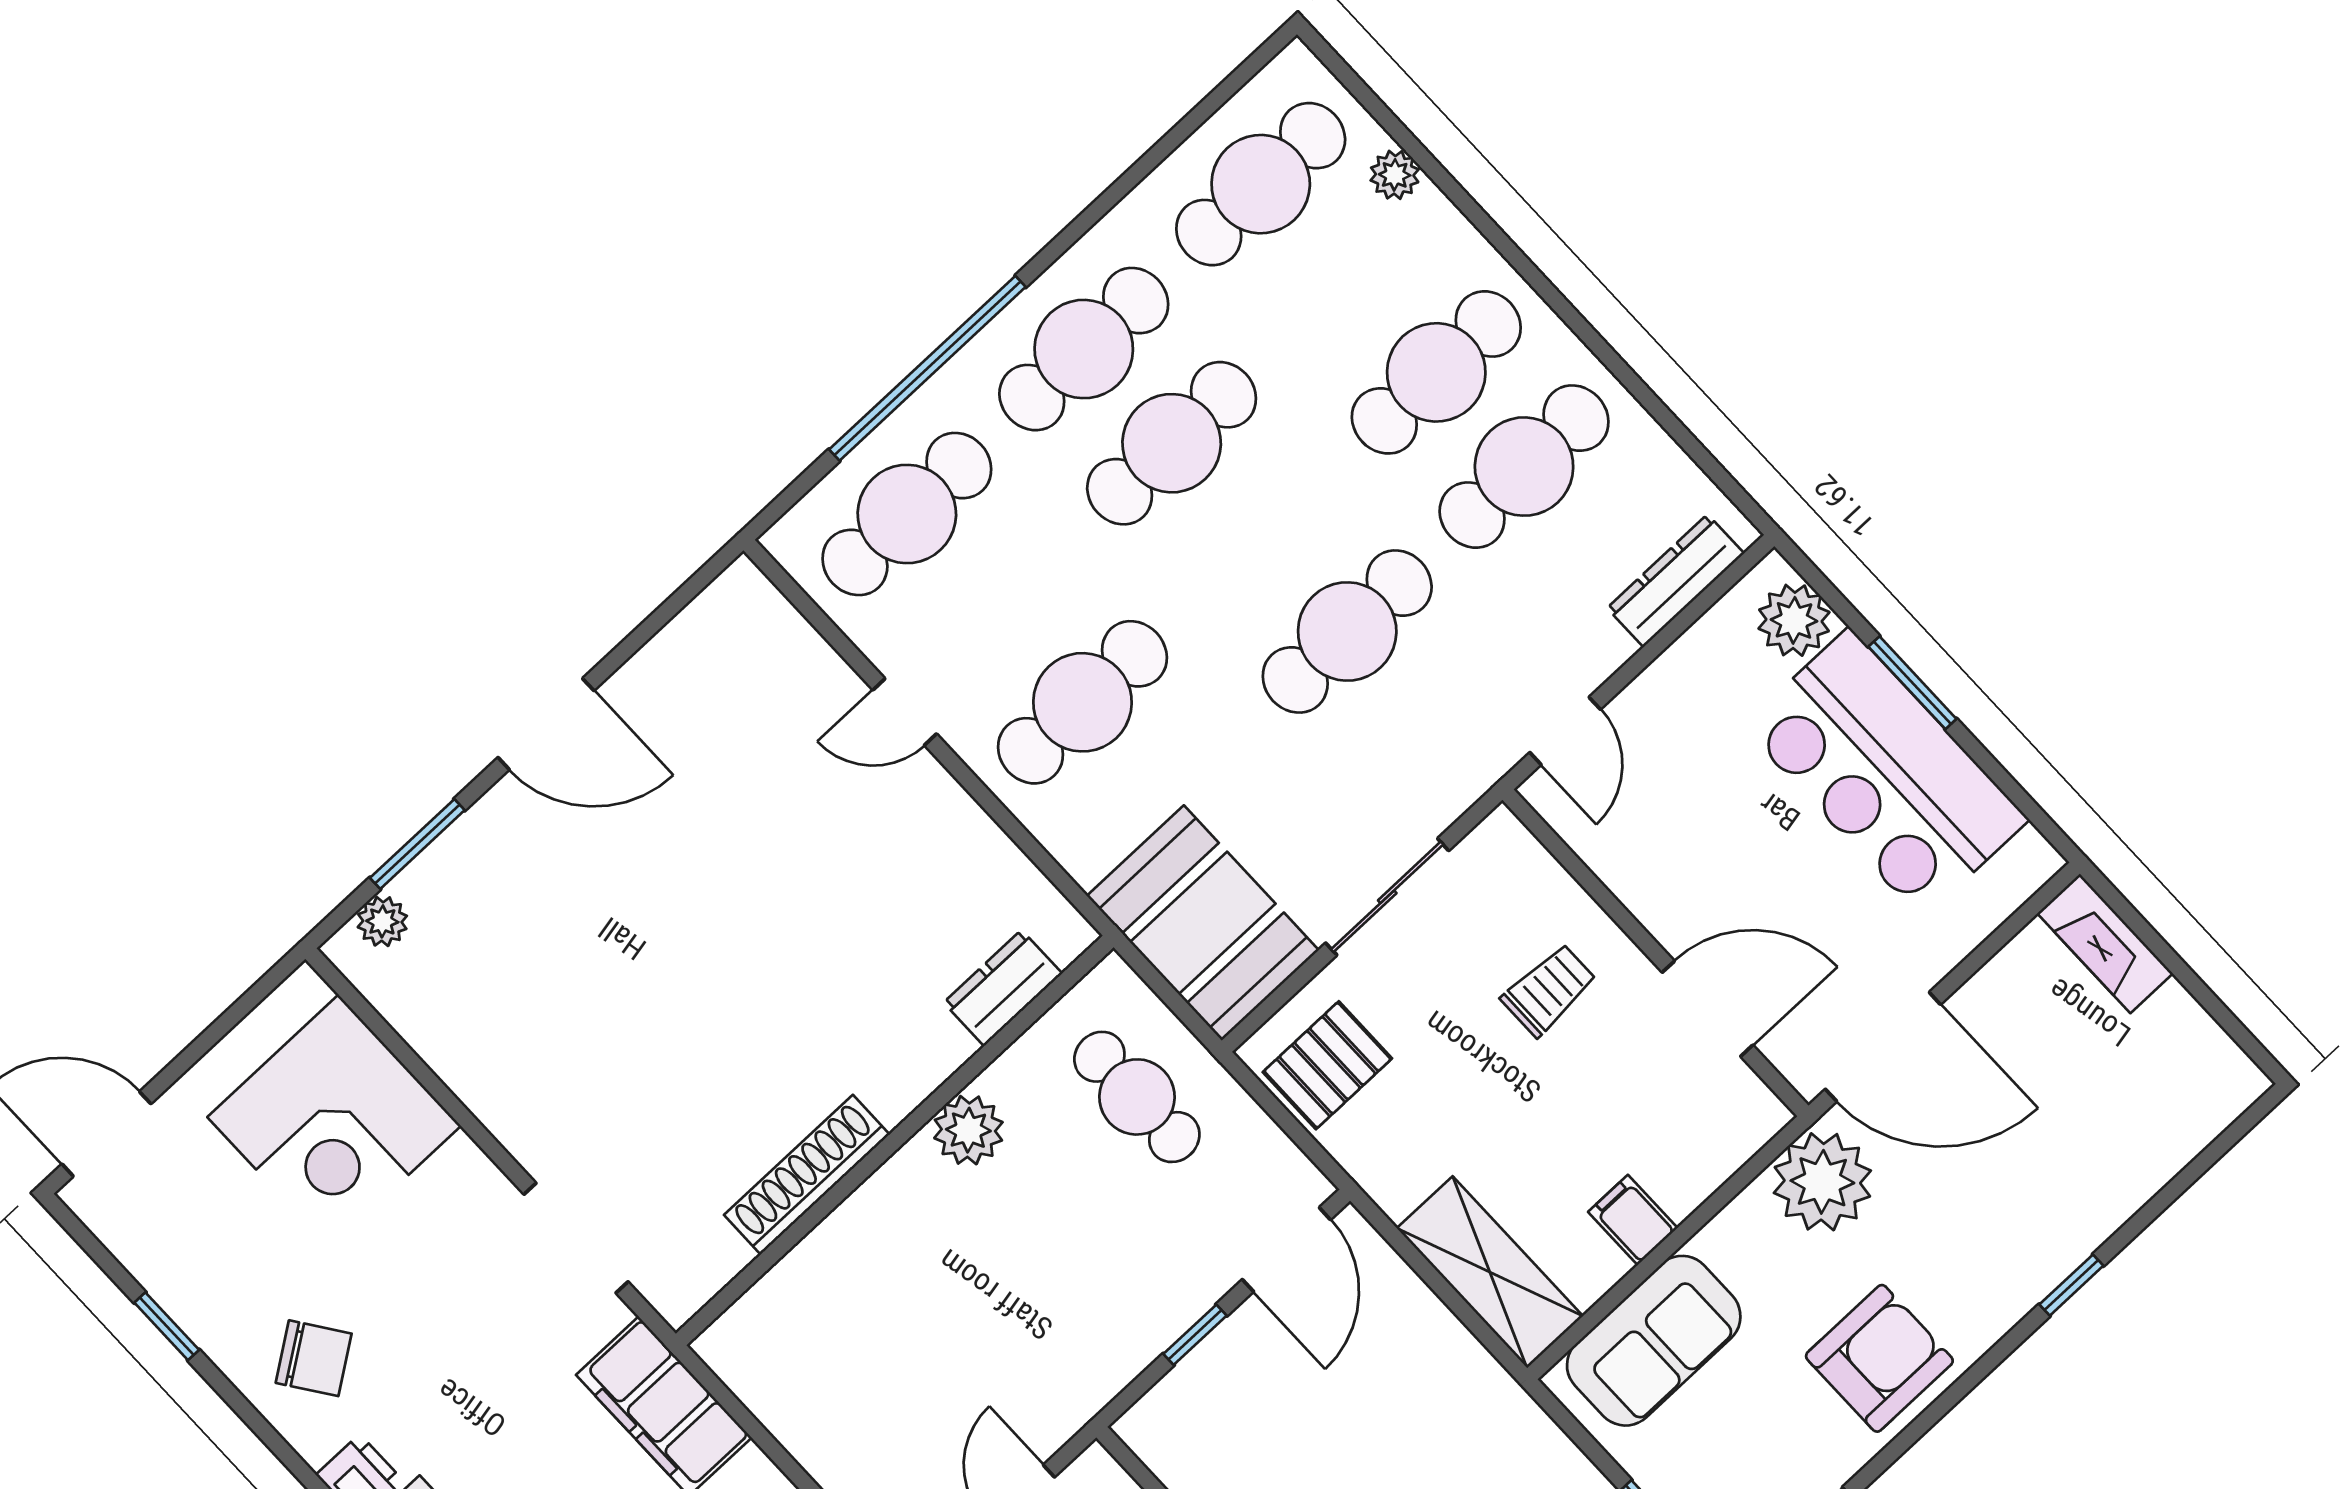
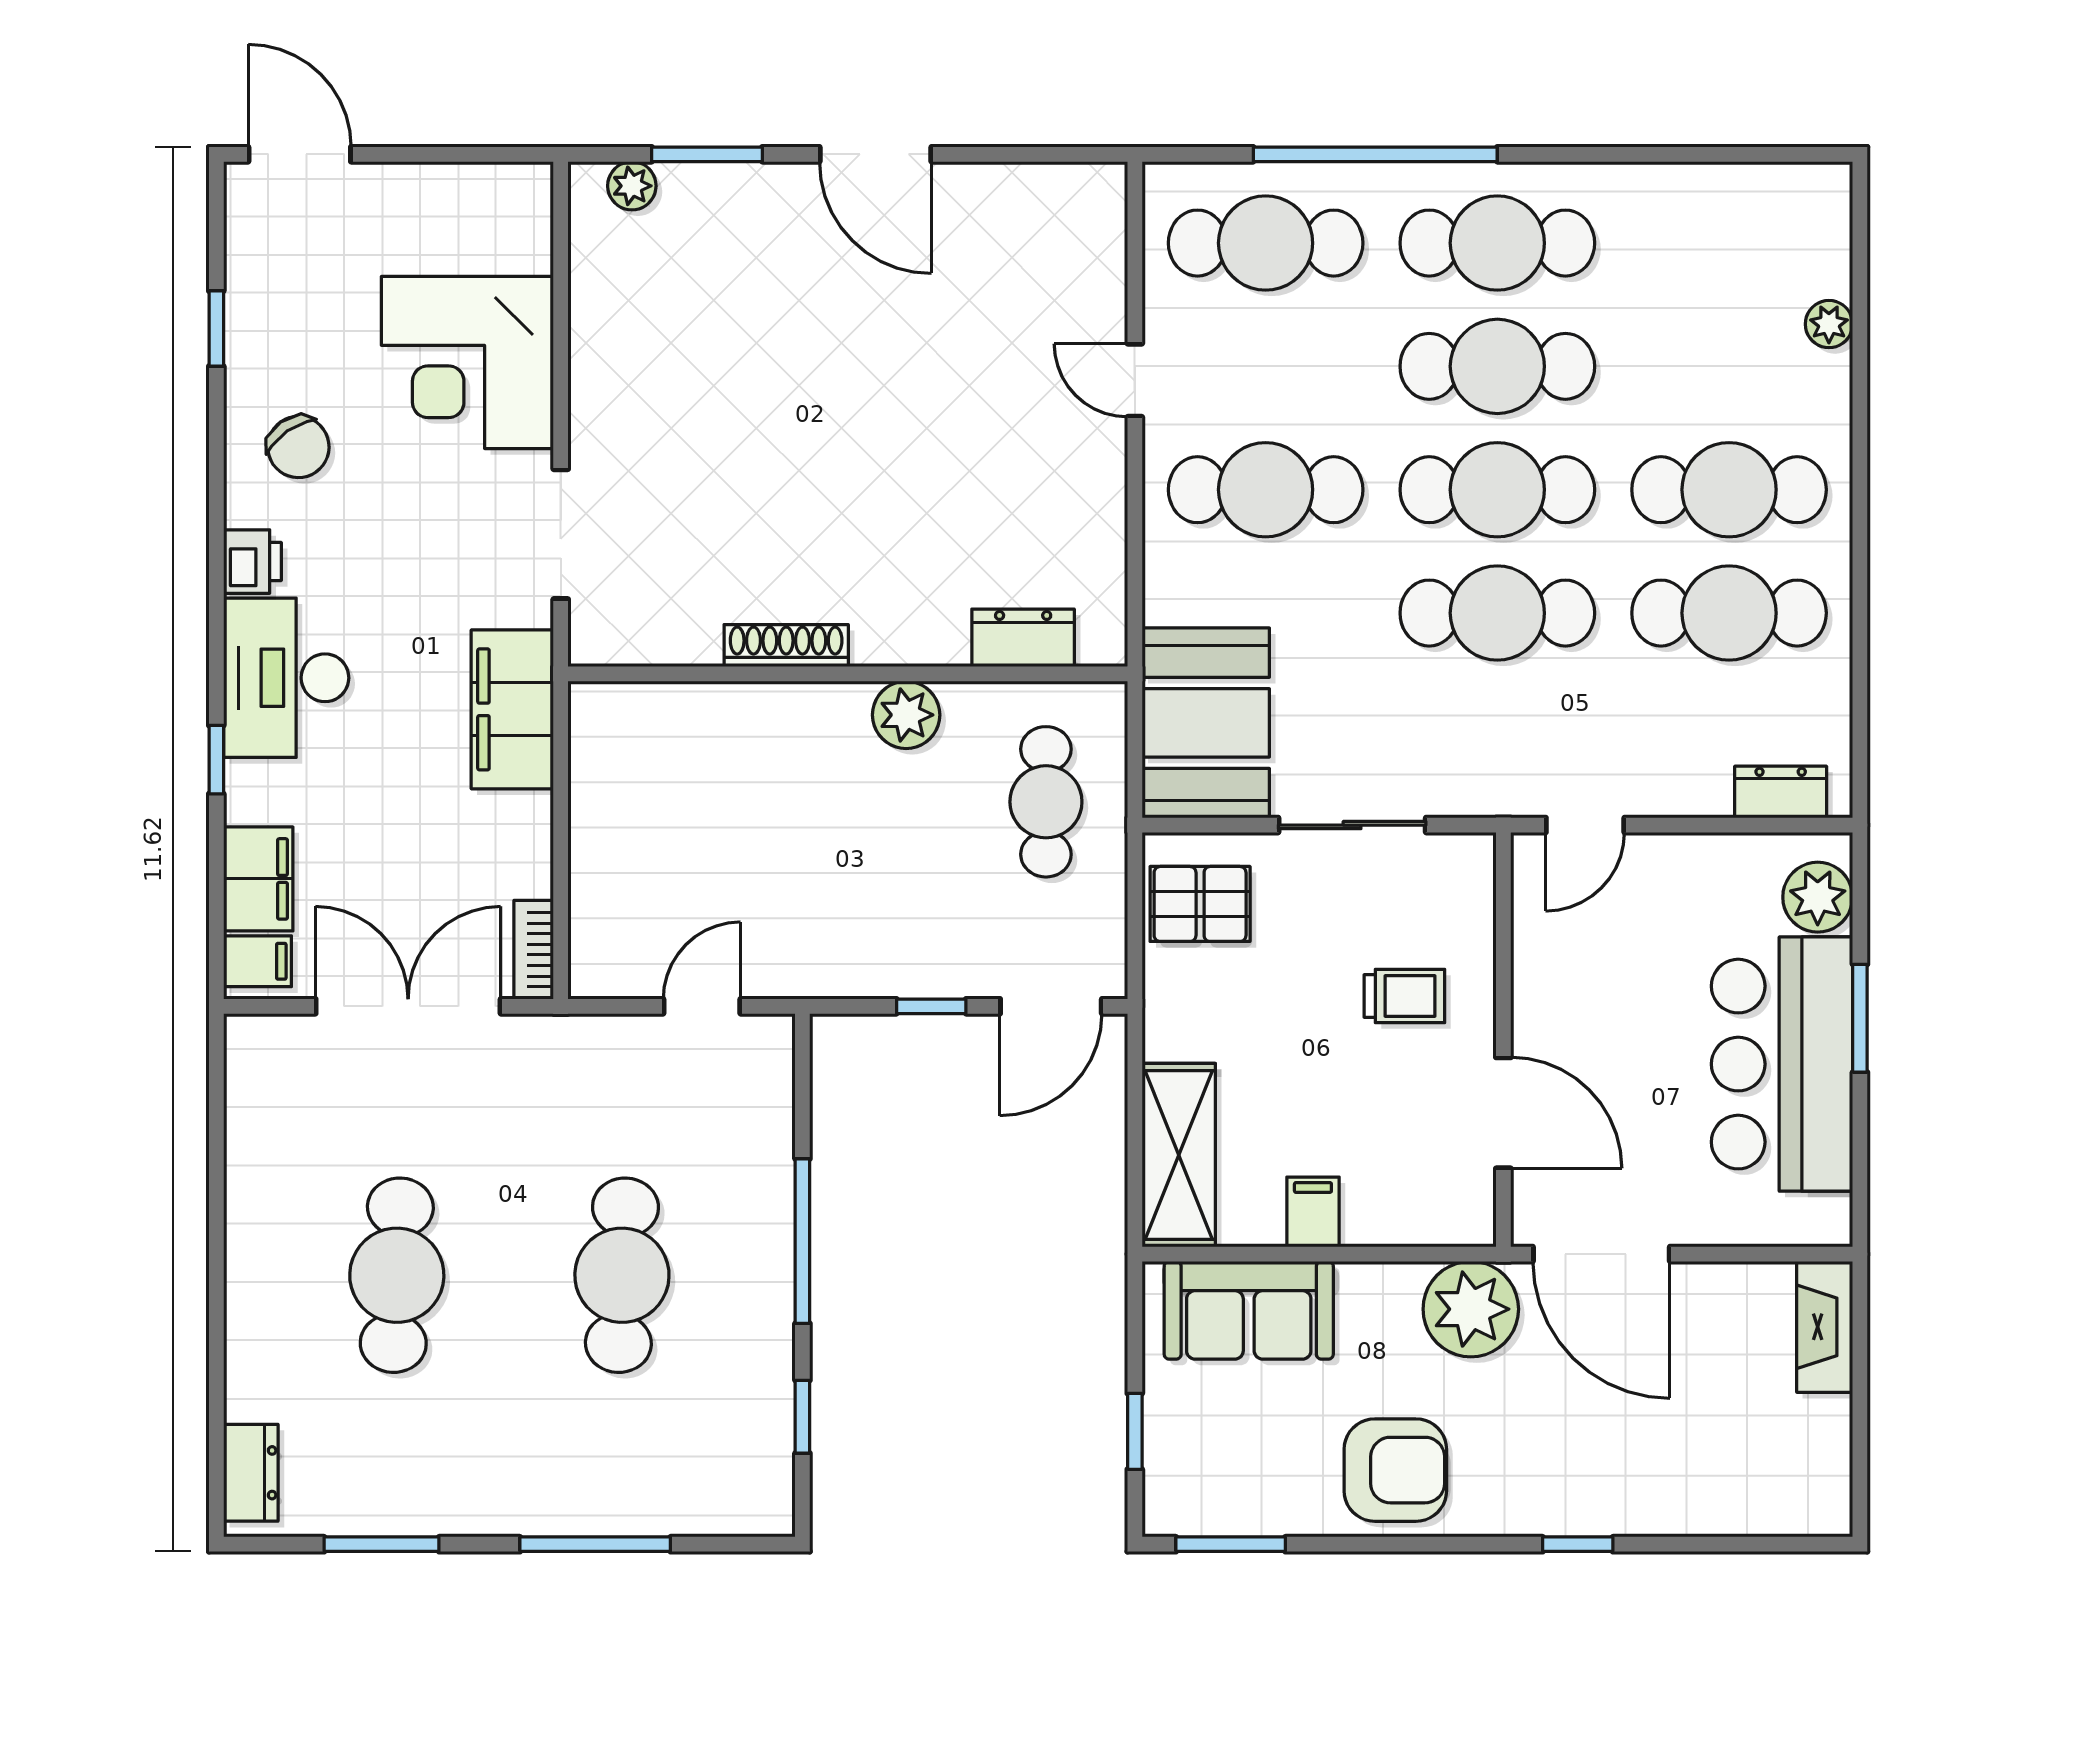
cafe table: (1261, 184) -> (1497, 490), moved
dresser: (1676, 581) -> (1781, 792), width x0.70
corner desk: (334, 1121) -> (467, 363), moved
shoe rack: (807, 1175) -> (786, 646), width x0.74, depth x0.81

